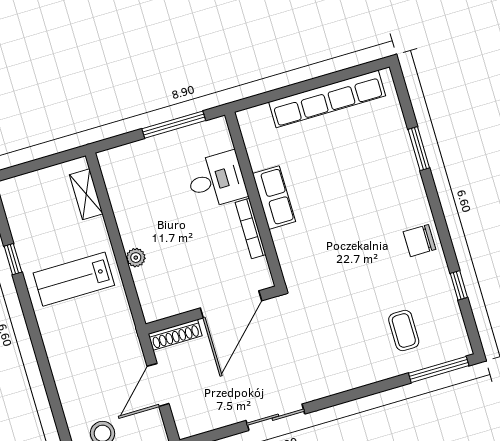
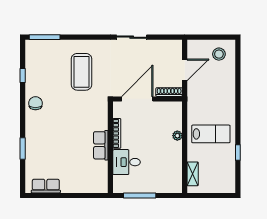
row of seats: (327, 99) -> (46, 186), width x0.50
chair: (420, 241) -> (35, 103), turned -90
coffee table: (404, 330) -> (82, 72), moved, width x1.86, depth x1.72

